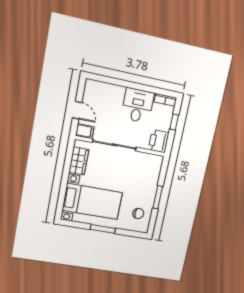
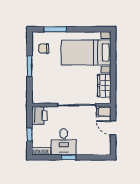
window: (136, 86) -> (69, 157), added
window: (103, 229) -> (55, 29), moved

